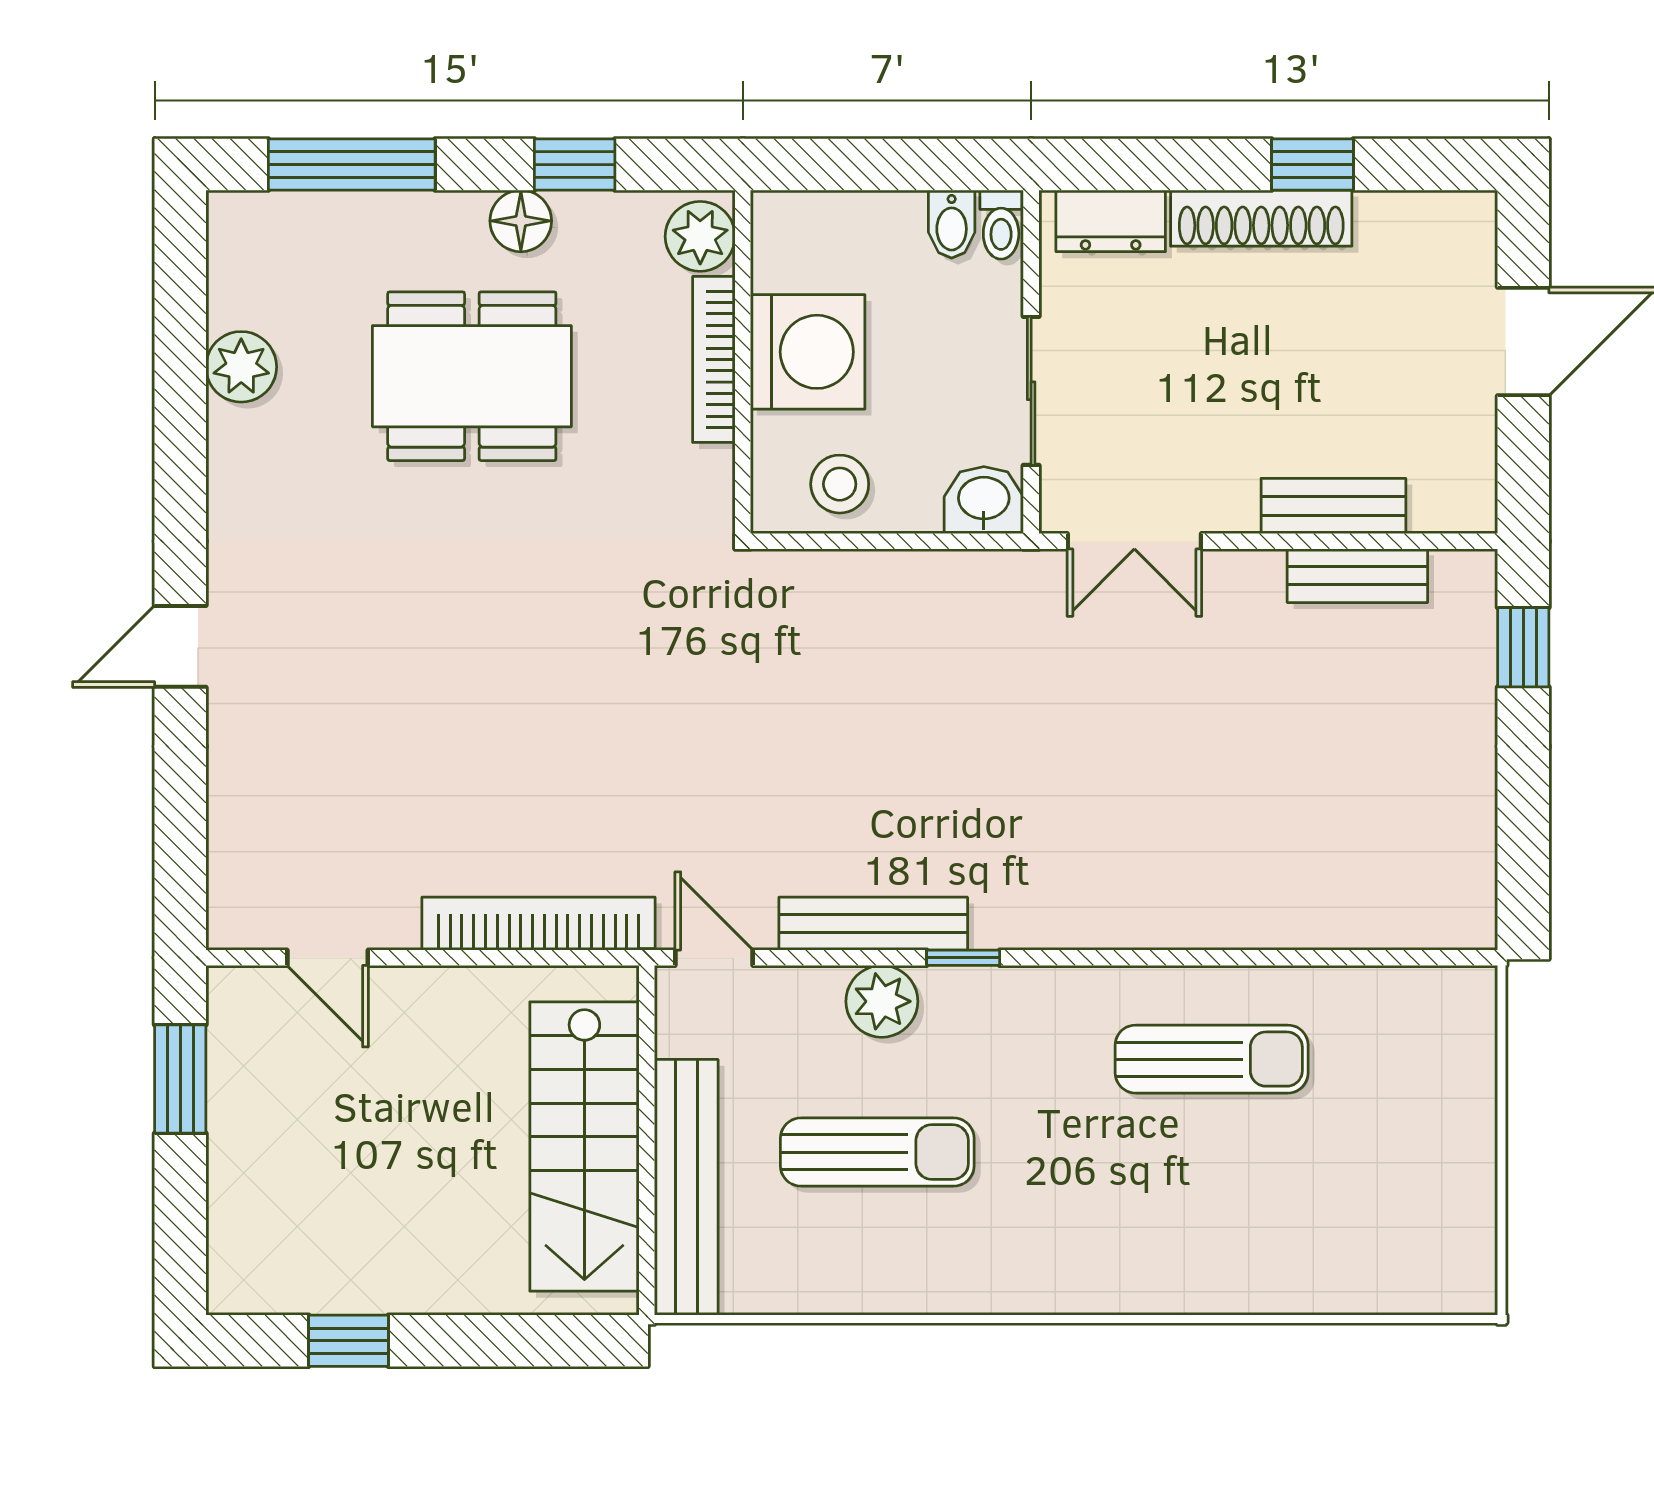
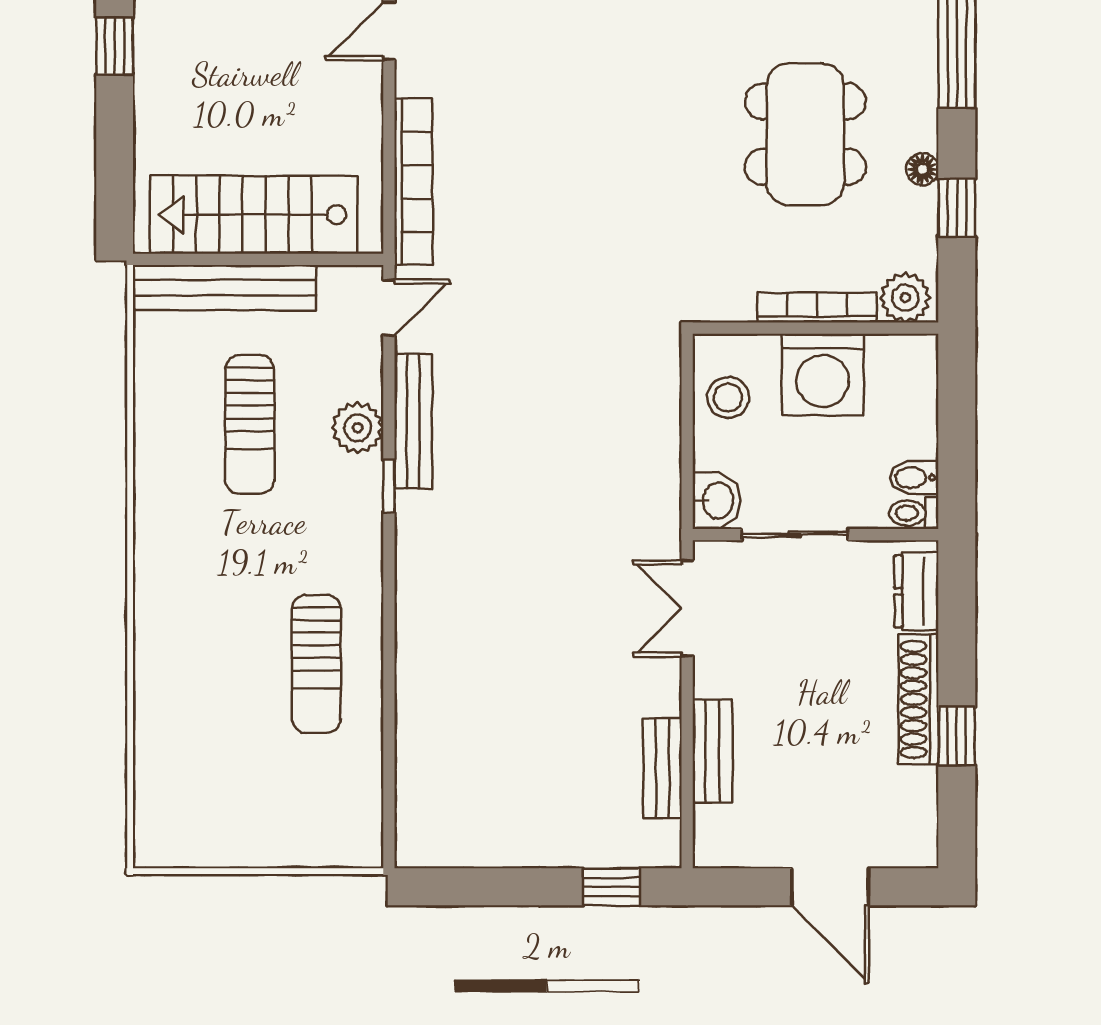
floor lamp: (521, 221) -> (922, 169), width x0.73, depth x0.73

